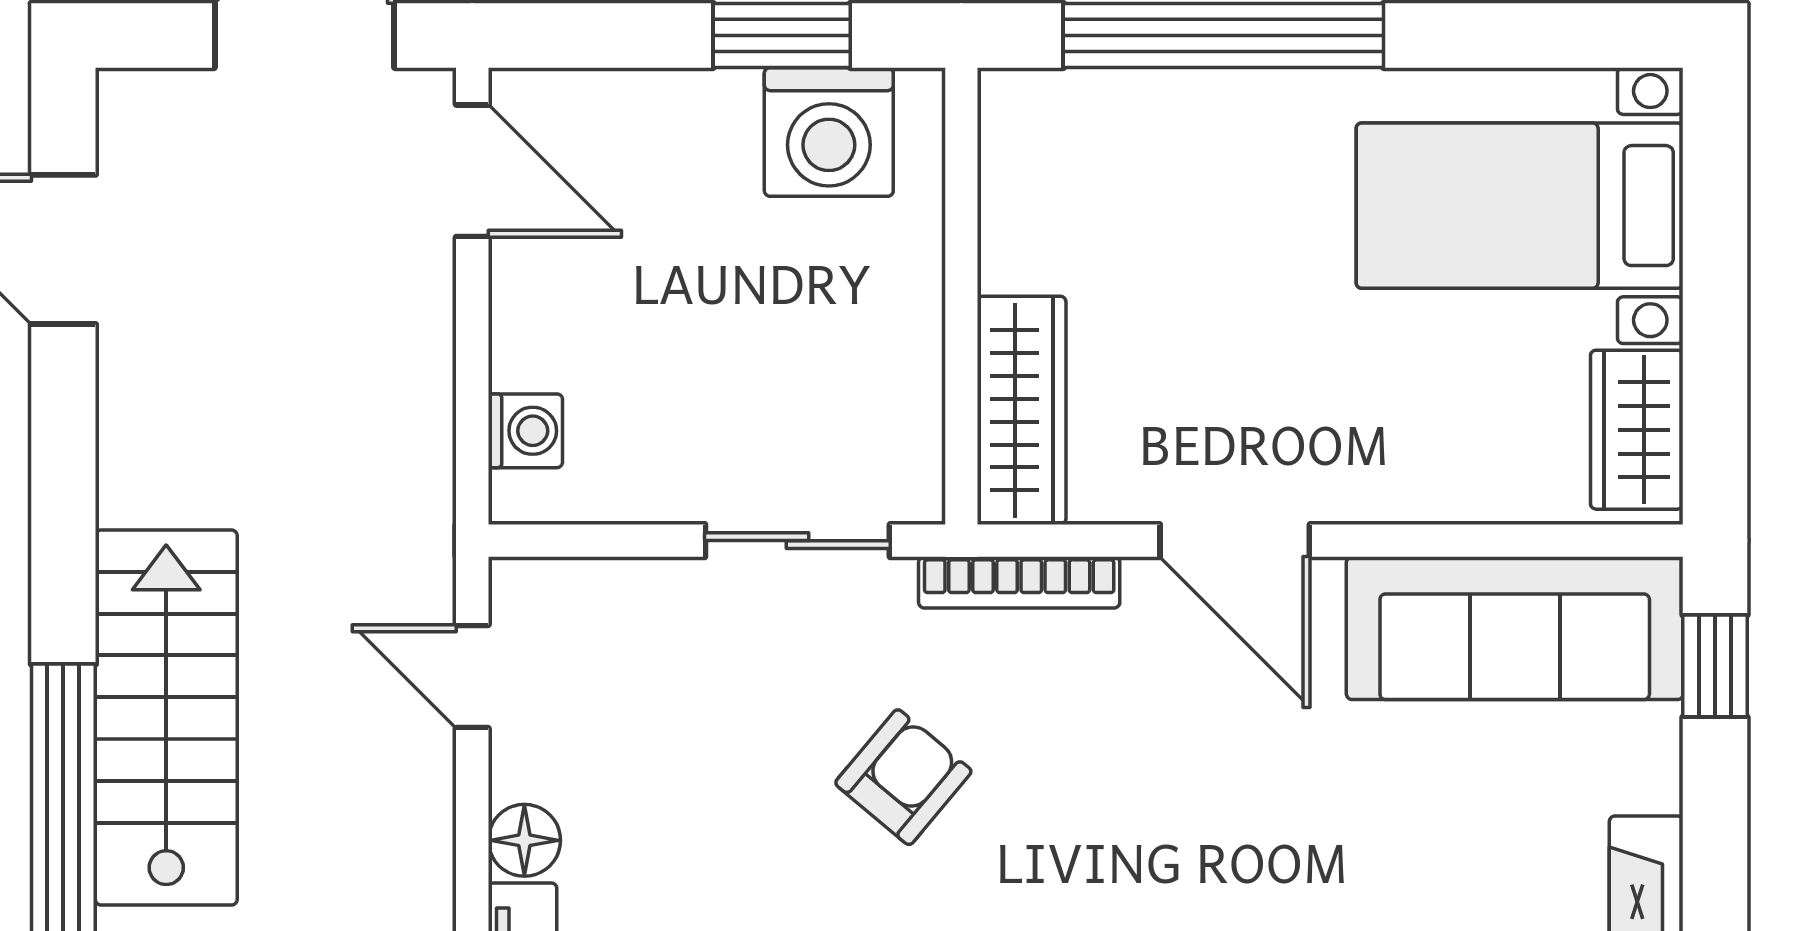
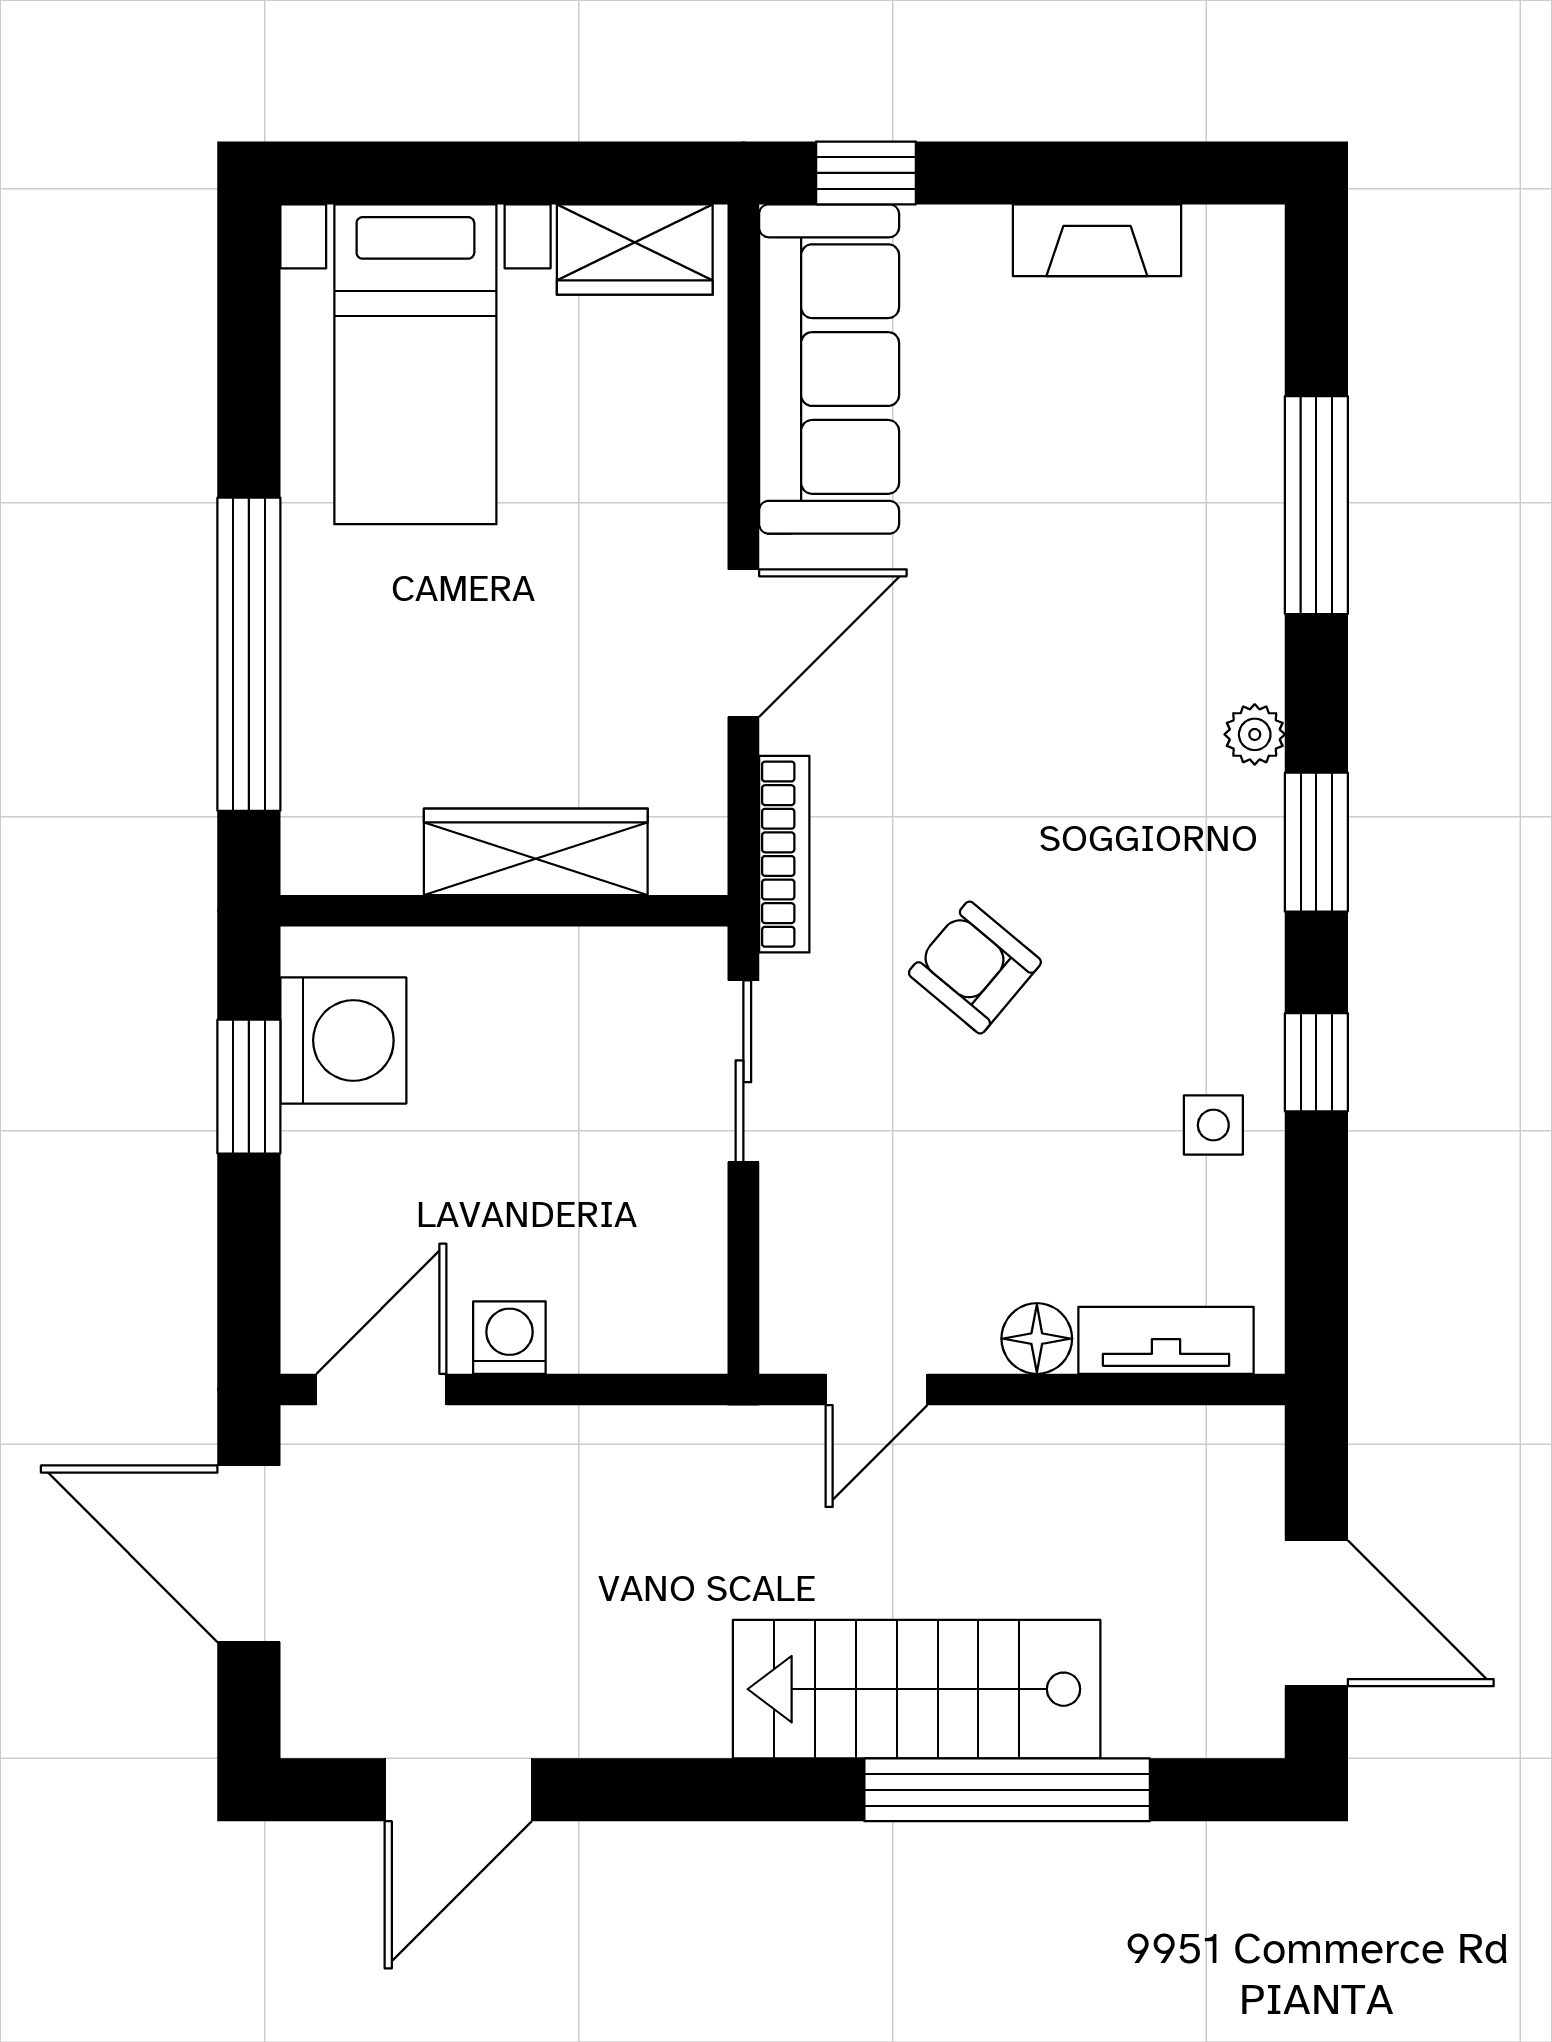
wardrobe: (1022, 410) -> (536, 852), moved
washing machine: (525, 431) -> (509, 1338), moved

